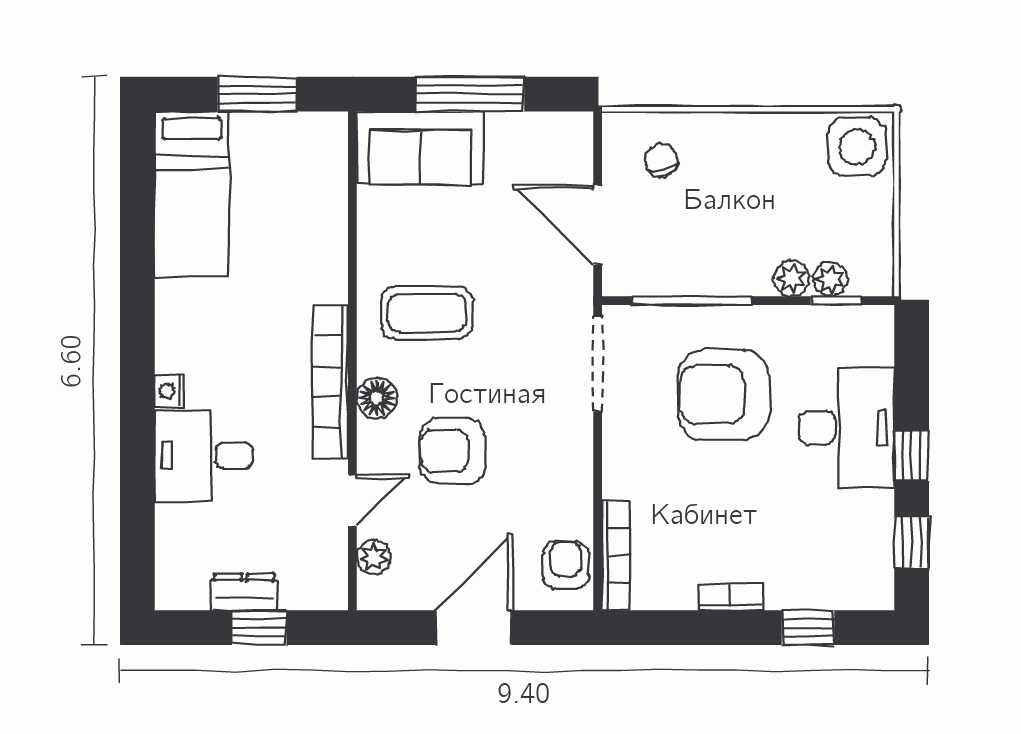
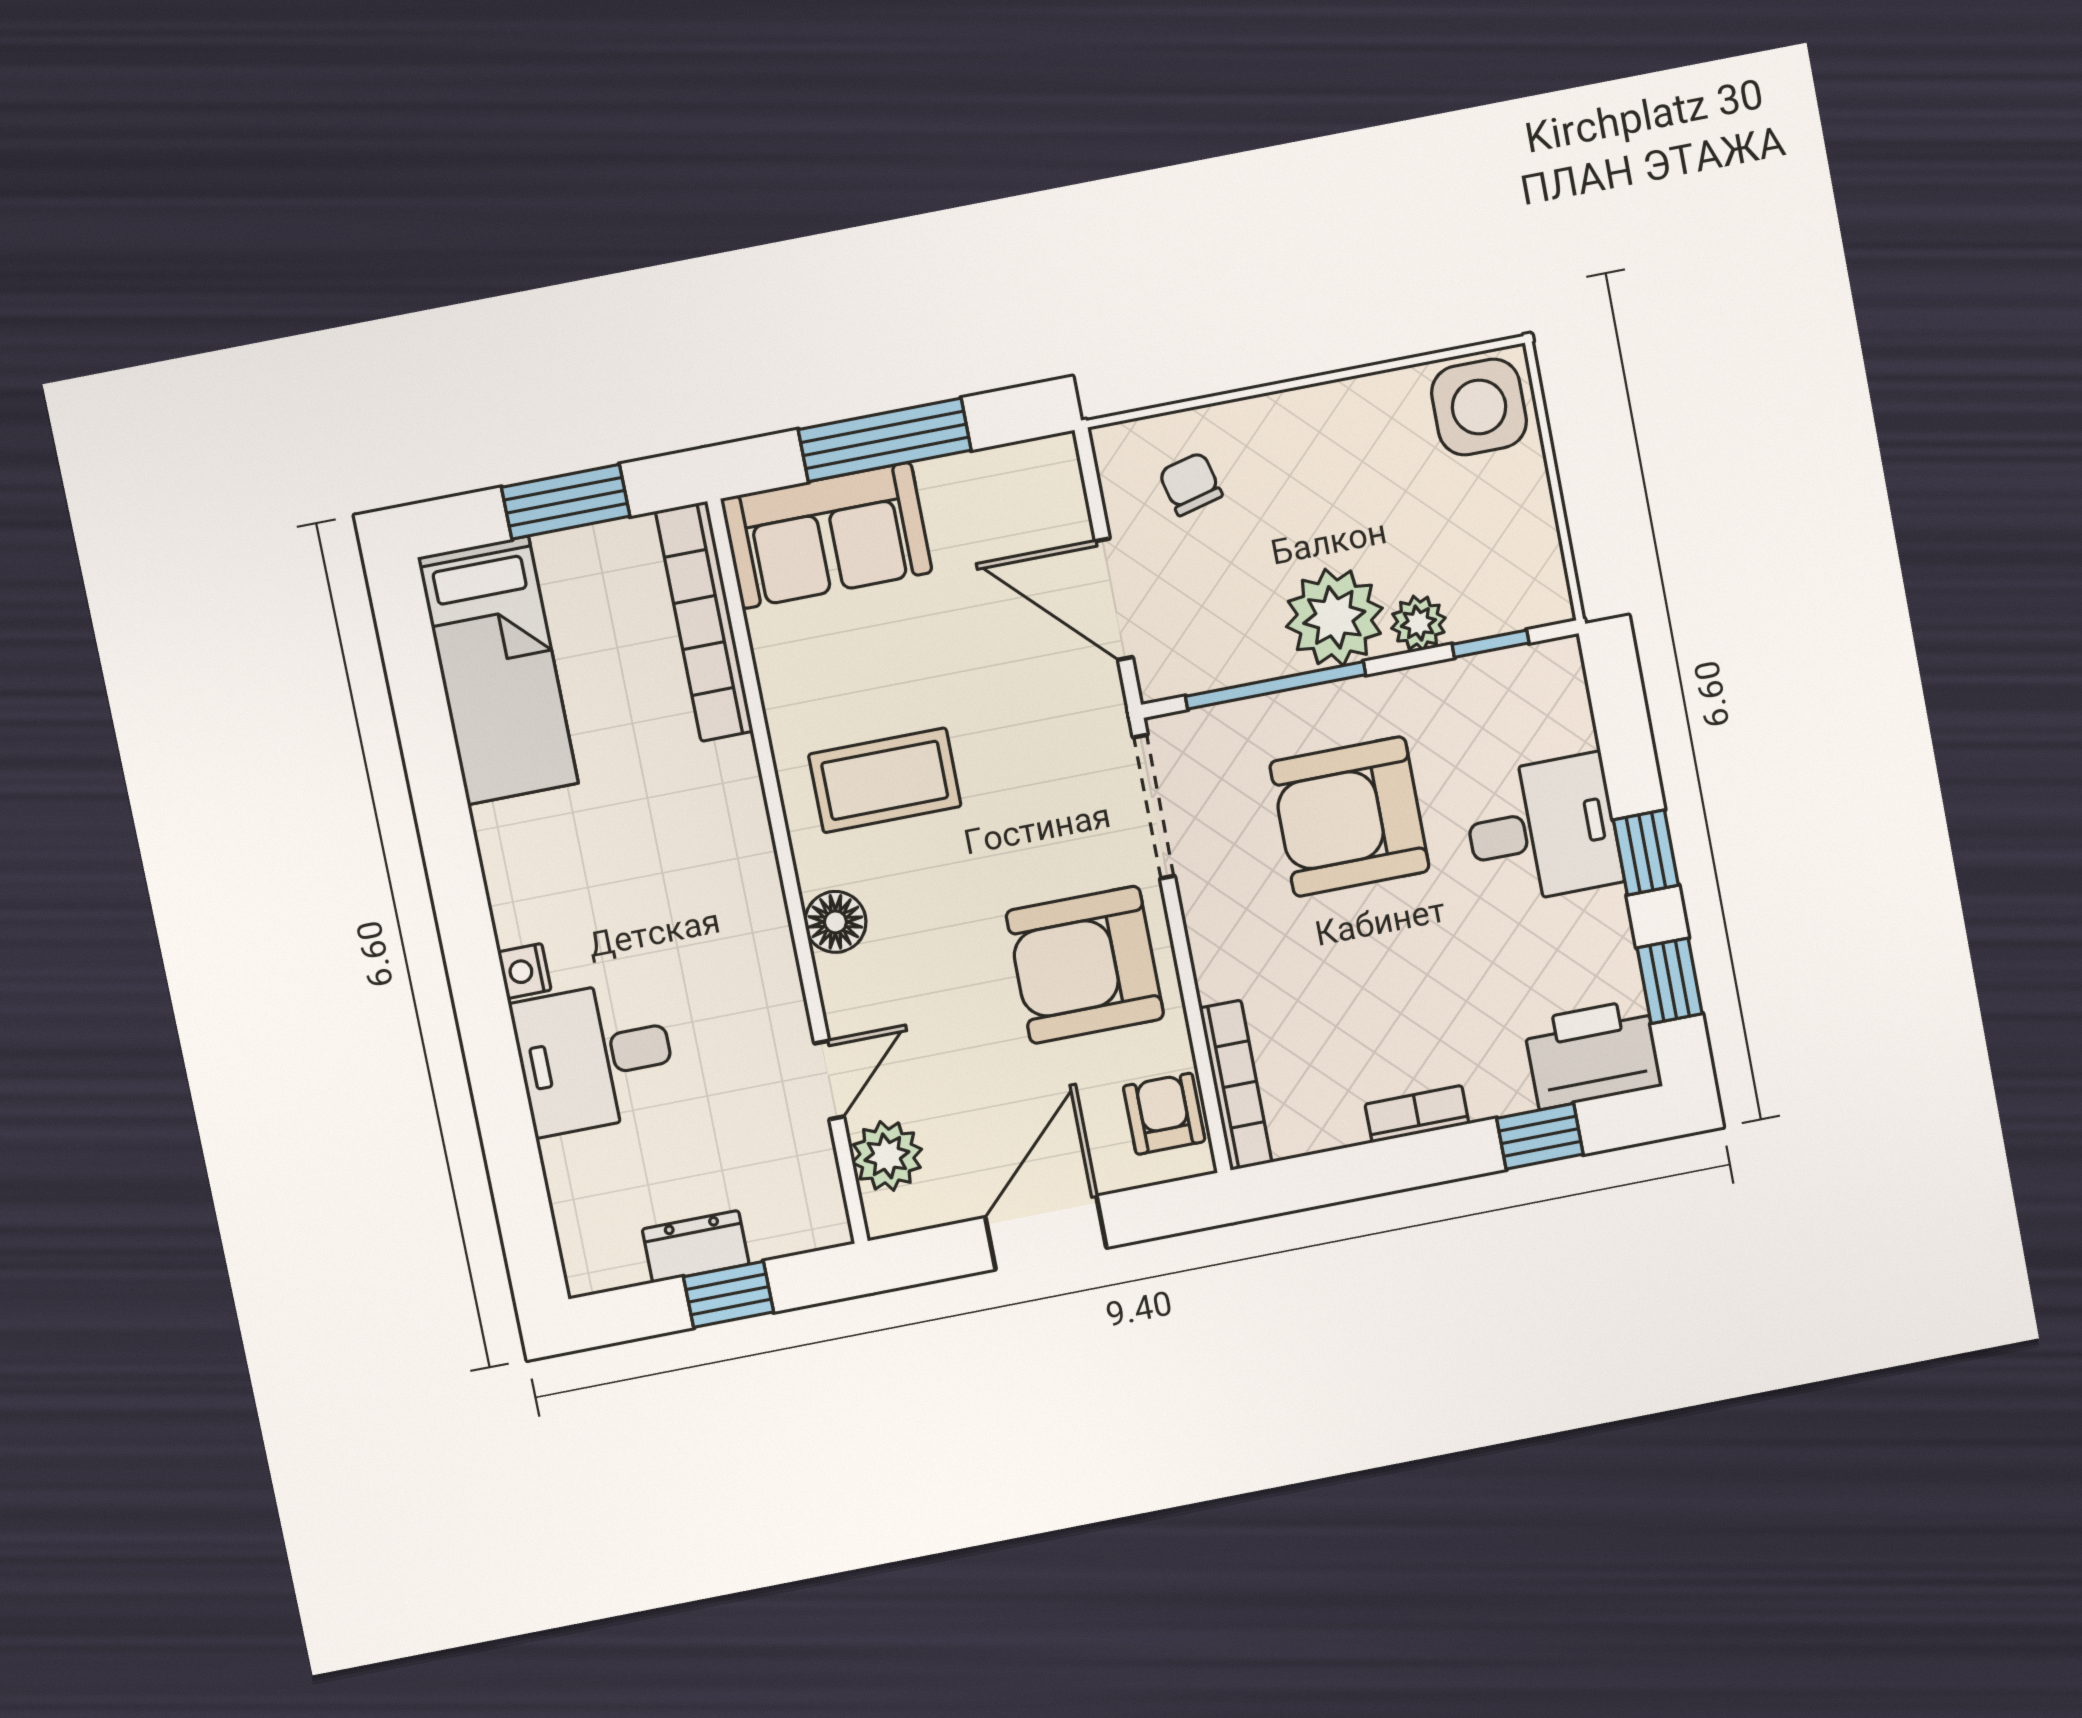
plant: (830, 279) -> (1334, 617), moved, width x1.87, depth x1.87
bookcase: (331, 382) -> (704, 622), moved
desk: (847, 428) -> (1542, 830), width x0.73
armchair: (452, 451) -> (1085, 965), moved, width x1.36, depth x1.36
plant: (374, 557) -> (887, 1156), width x1.38, depth x1.38
printer: (853, 580) -> (1593, 1054), added

